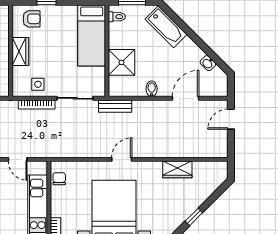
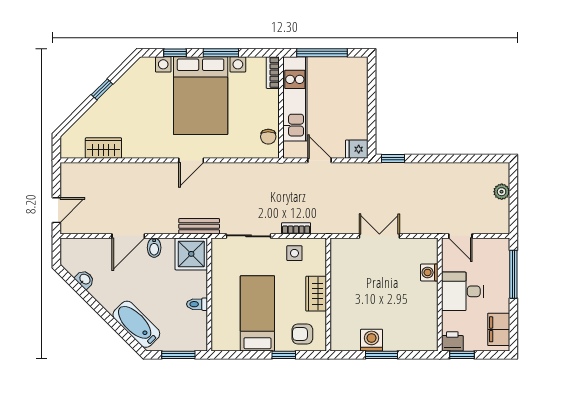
toilet: (117, 17) -> (197, 304), moved
bed: (92, 36) -> (257, 313), moved
shower: (122, 62) -> (191, 254), moved
door: (186, 98) -> (128, 236), moved
bookcase: (37, 104) -> (296, 228), width x0.64
wardrobe: (177, 169) -> (103, 148), moved

